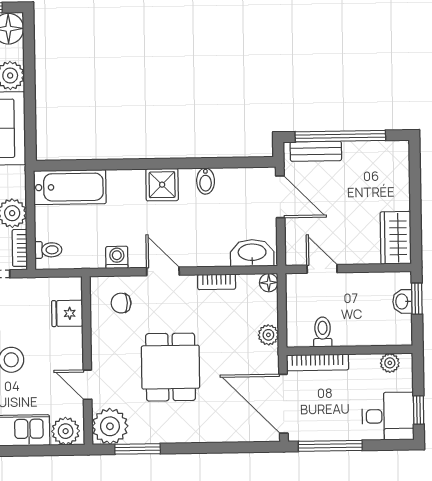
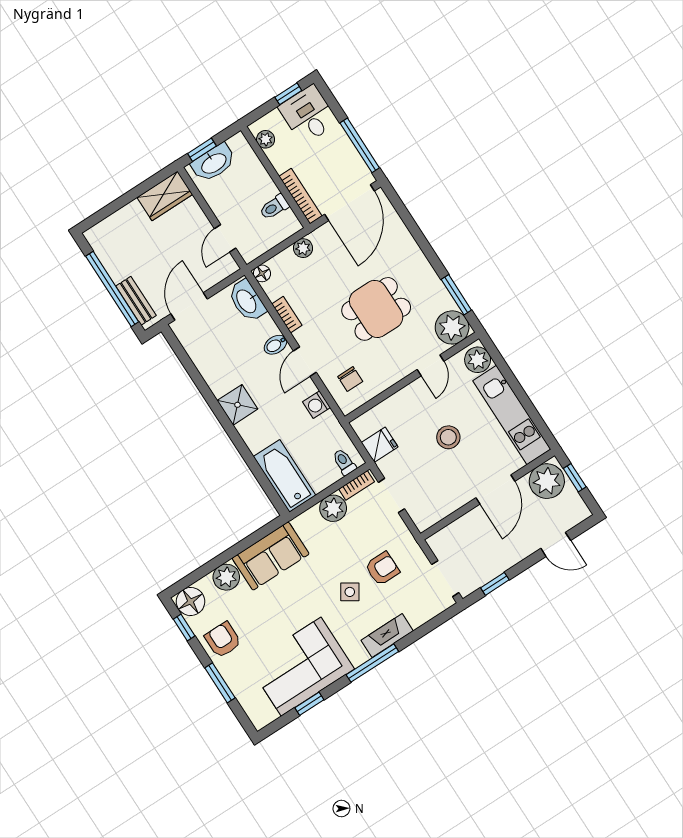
bidet: (206, 181) -> (275, 345), moved, turned 180
washbasin: (402, 302) -> (213, 163), width x1.91, depth x1.45
fridge: (67, 313) -> (380, 445), moved, turned -90

